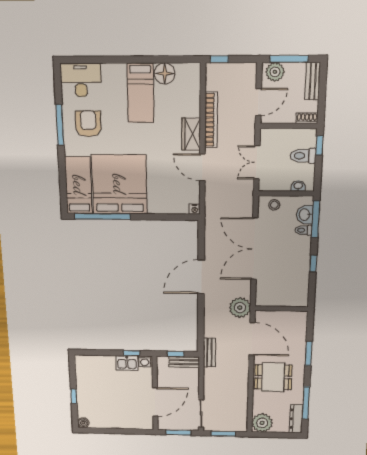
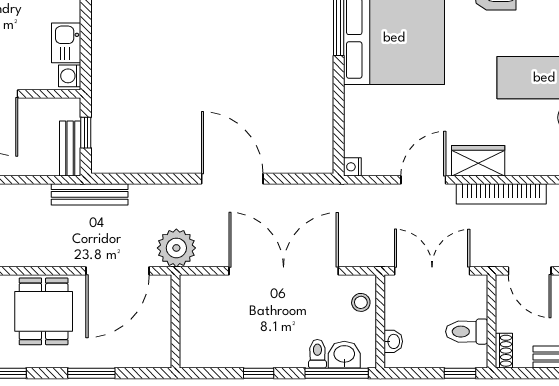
toilet: (303, 156) -> (467, 332), moved, turned -90
double door: (257, 162) -> (432, 271), width x1.37
window: (132, 353) -> (86, 52), removed
bench: (209, 353) -> (90, 194), width x1.36

